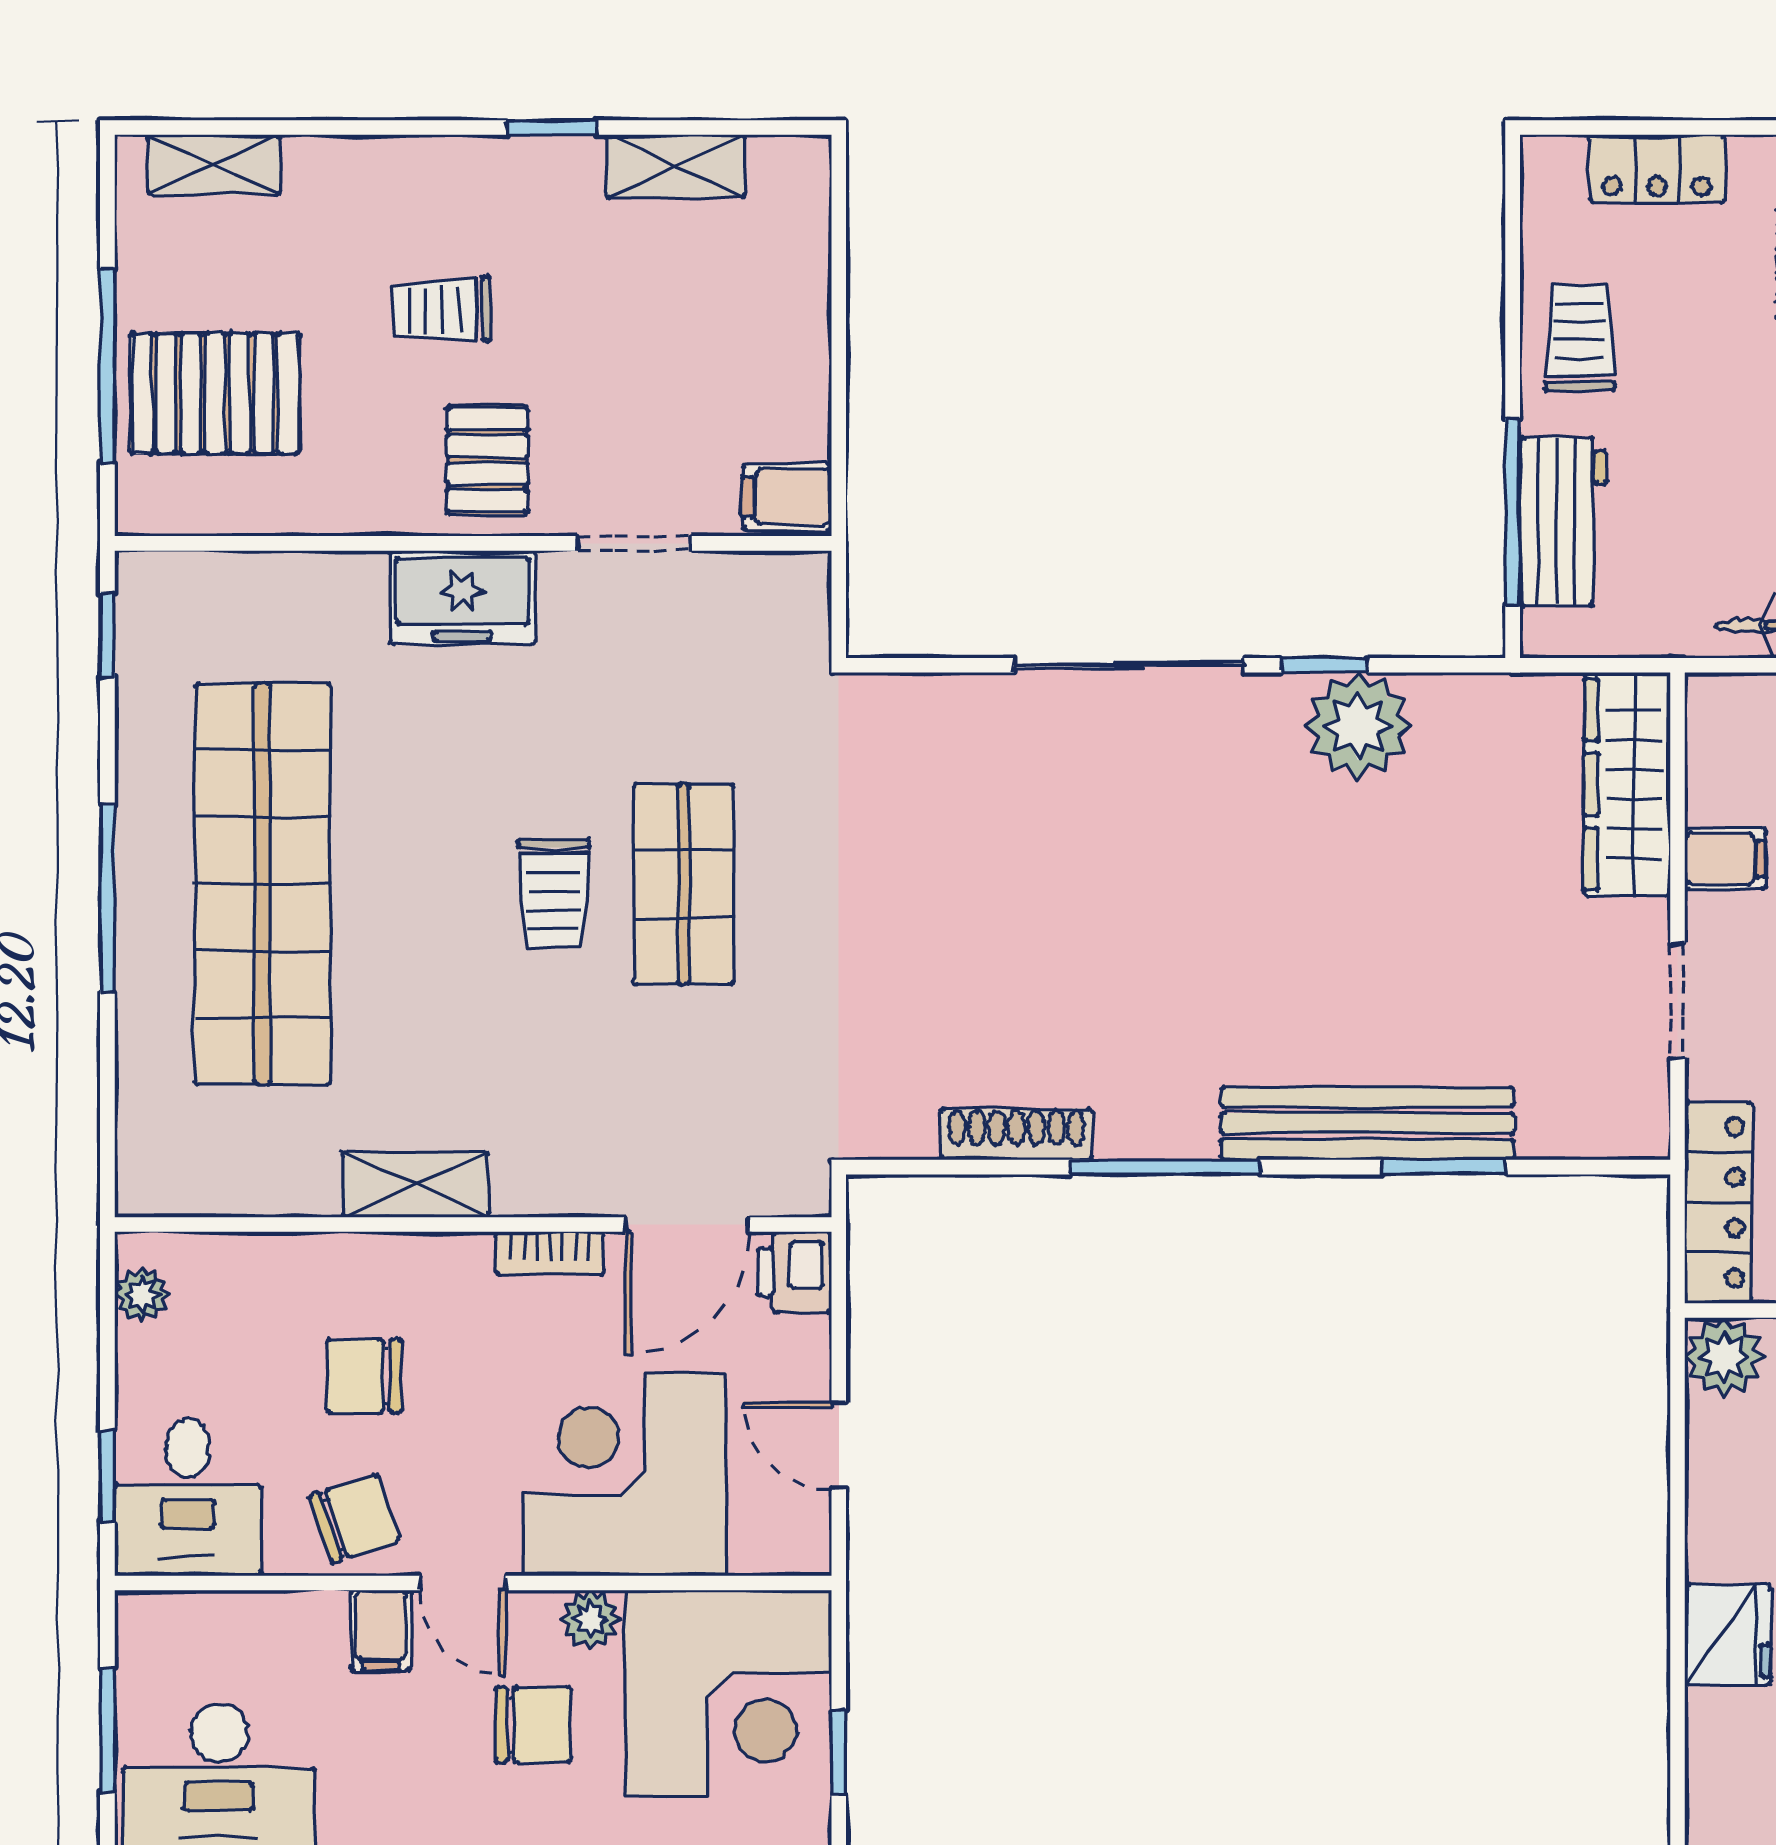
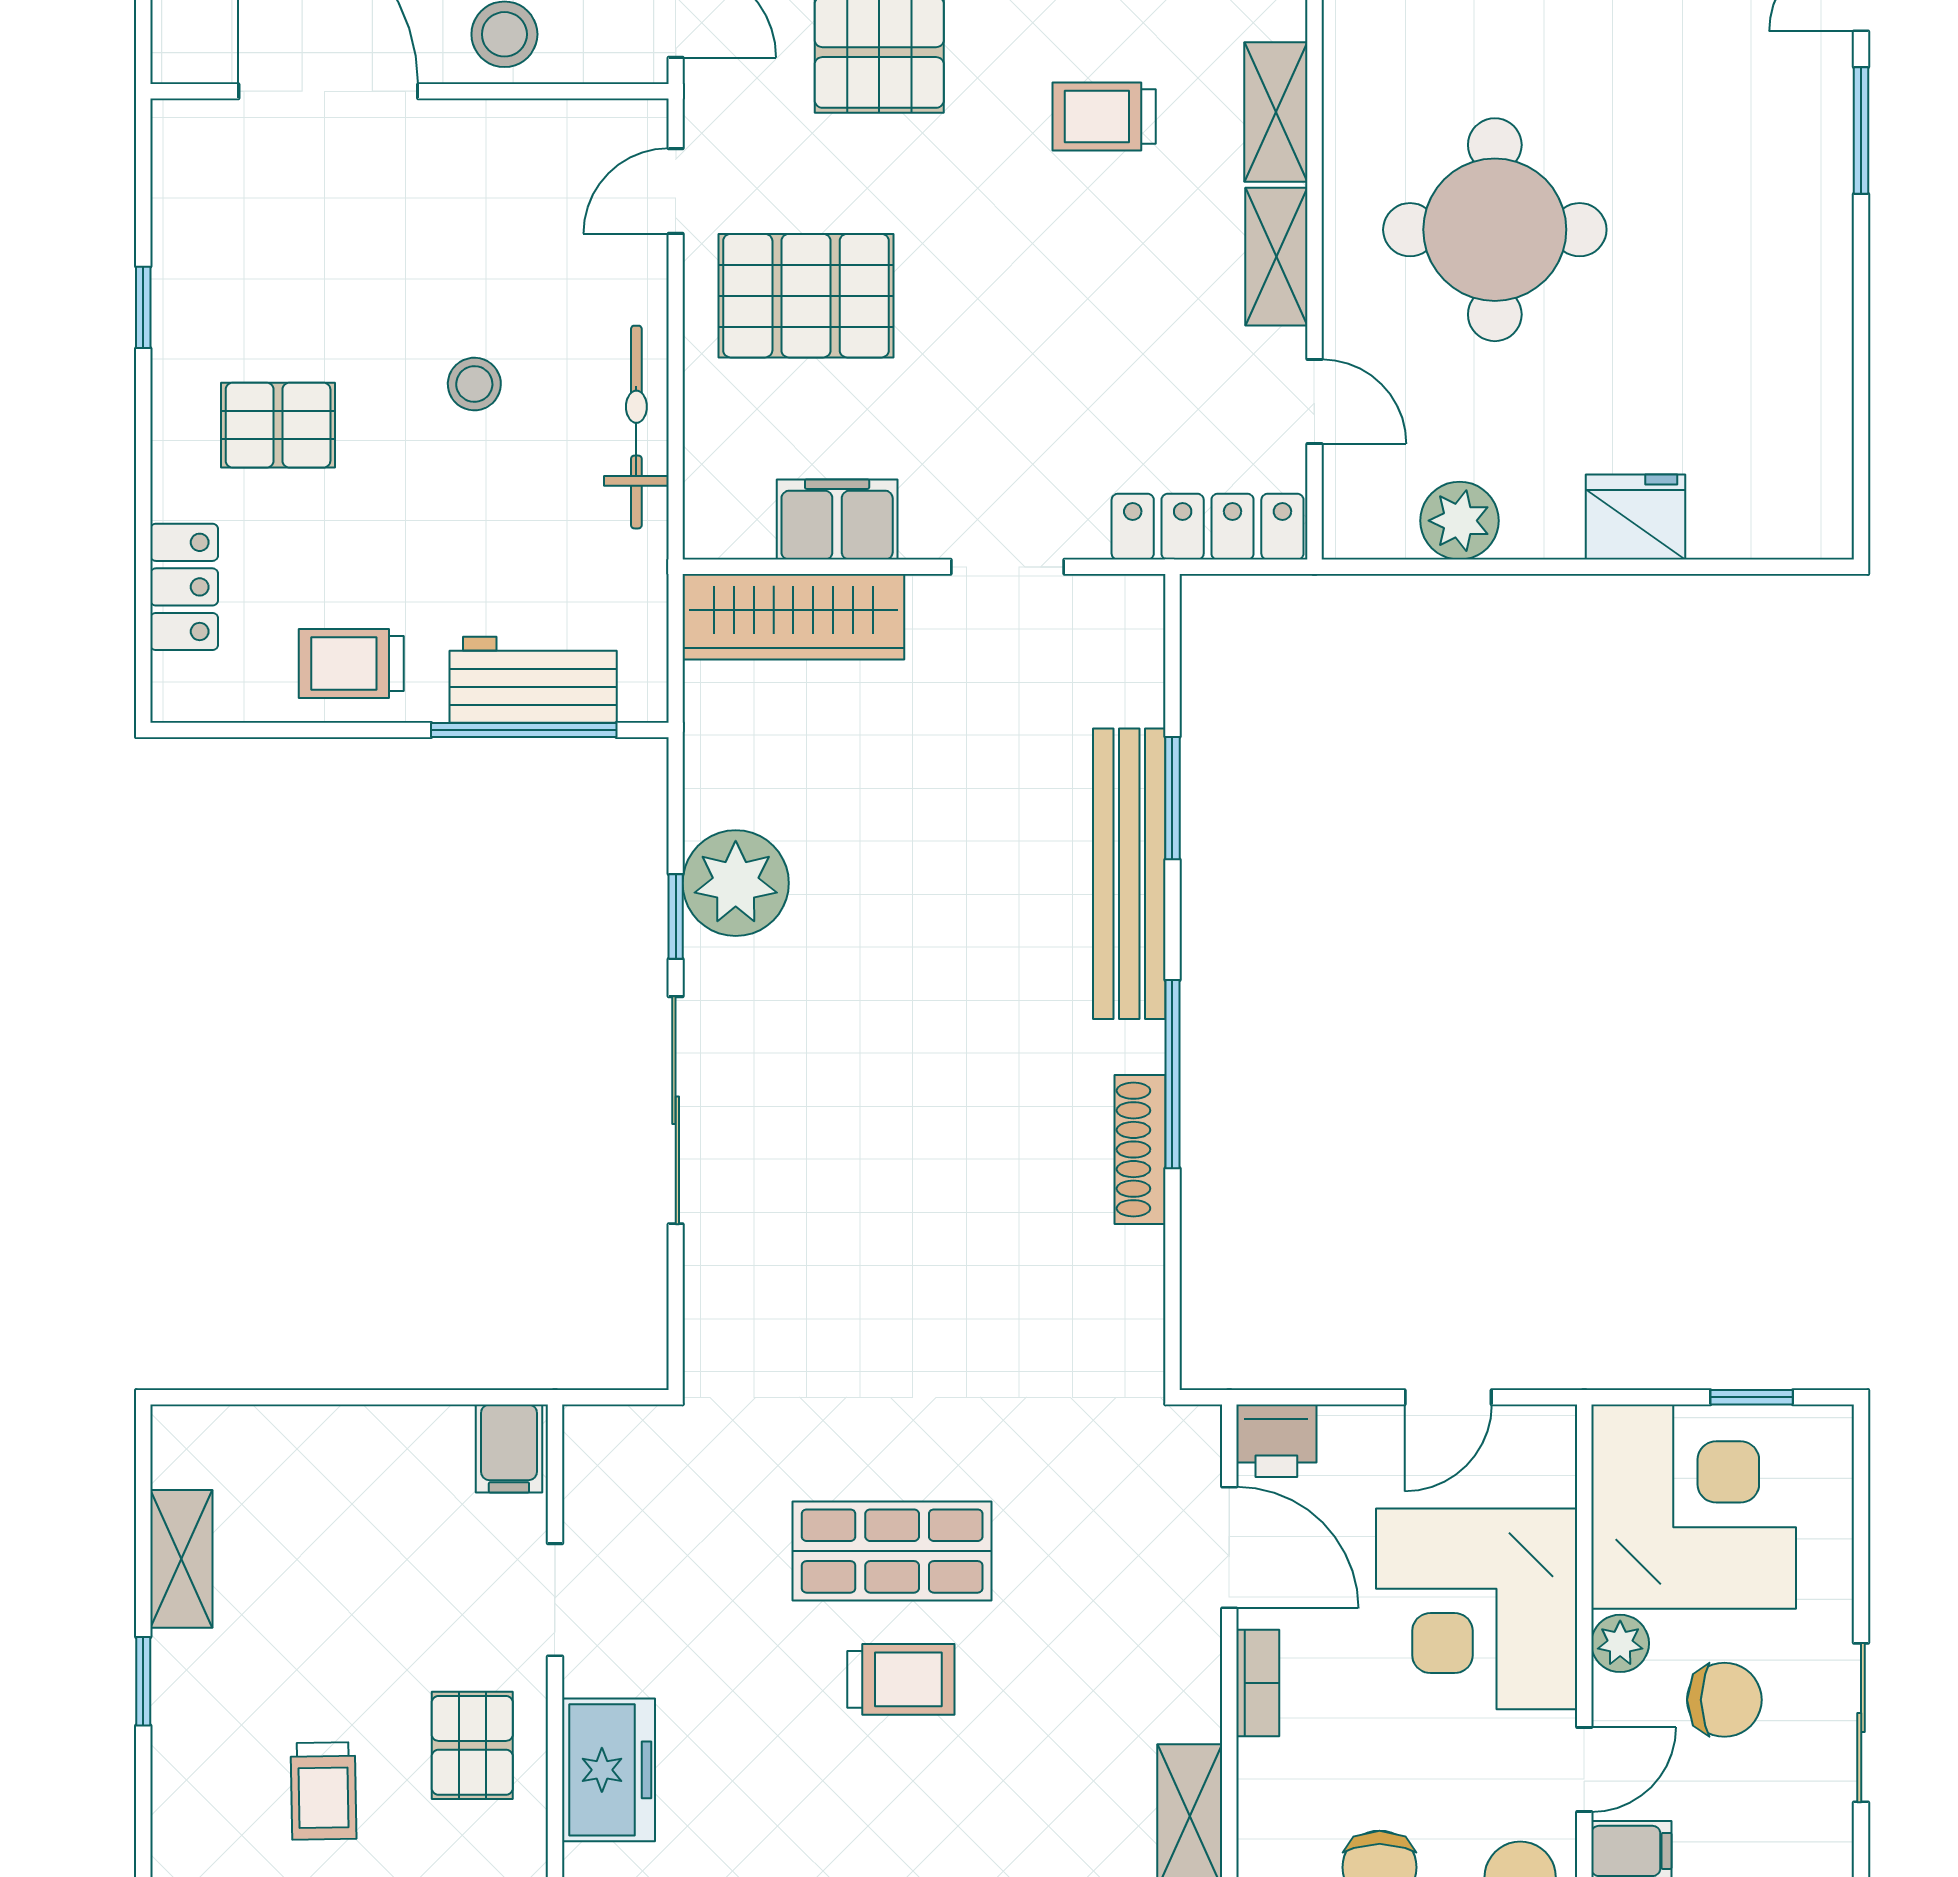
pallet: (487, 460) -> (472, 1745), turned 90
filing cabinet: (1725, 859) -> (837, 520), width x2.00
shoe rack: (1016, 1134) -> (1140, 1149), moved
plant: (1724, 1357) -> (1460, 521), moved
chair: (533, 1724) -> (1724, 1700), turned 90

